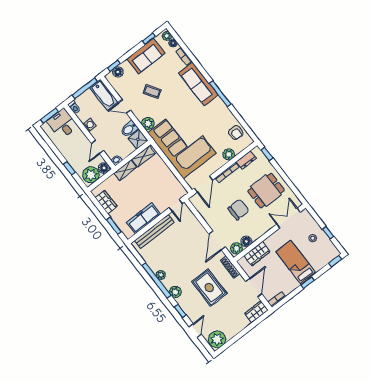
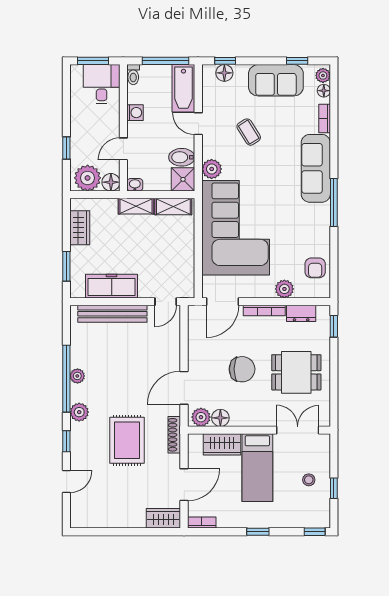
bed: (296, 262) -> (257, 468), moved, turned 180
plant: (217, 339) -> (86, 514), removed

